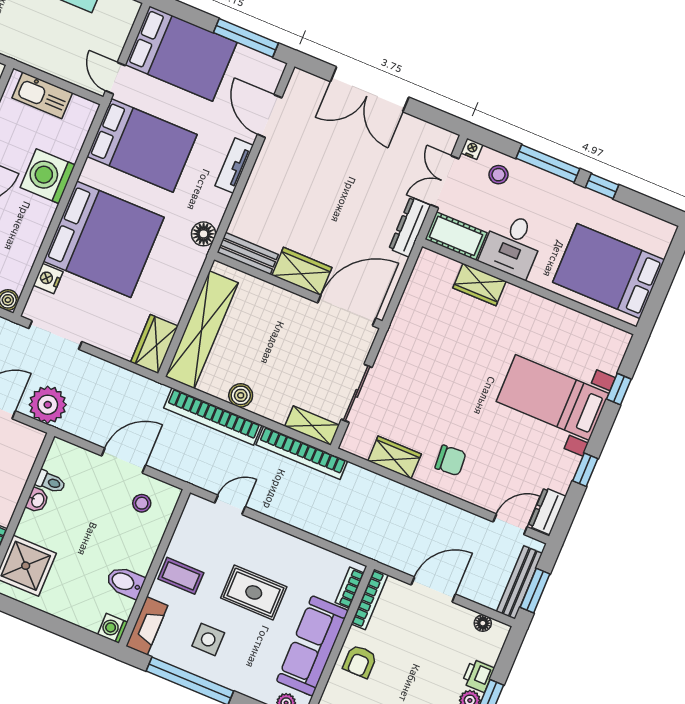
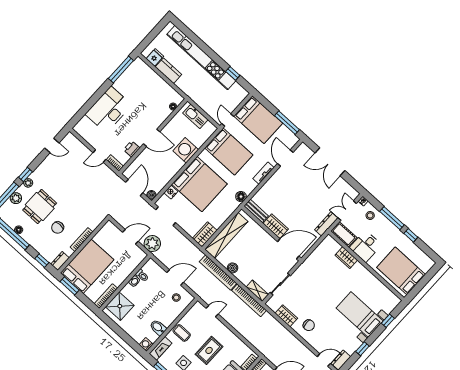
rug: (254, 592) -> (209, 350), turned 90

